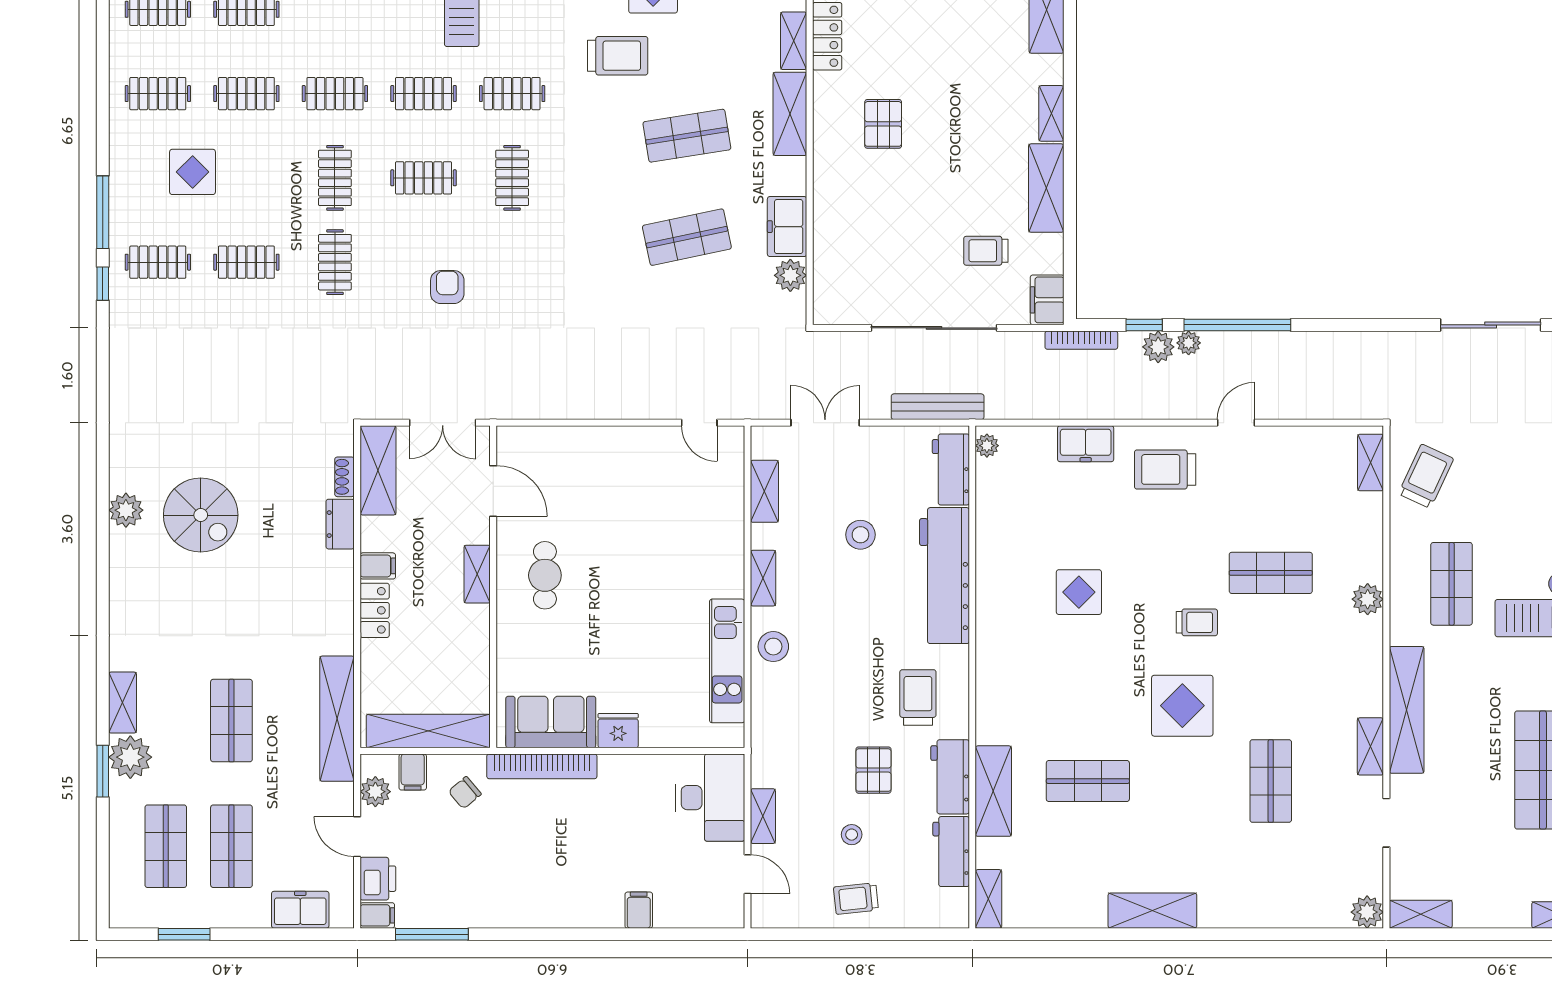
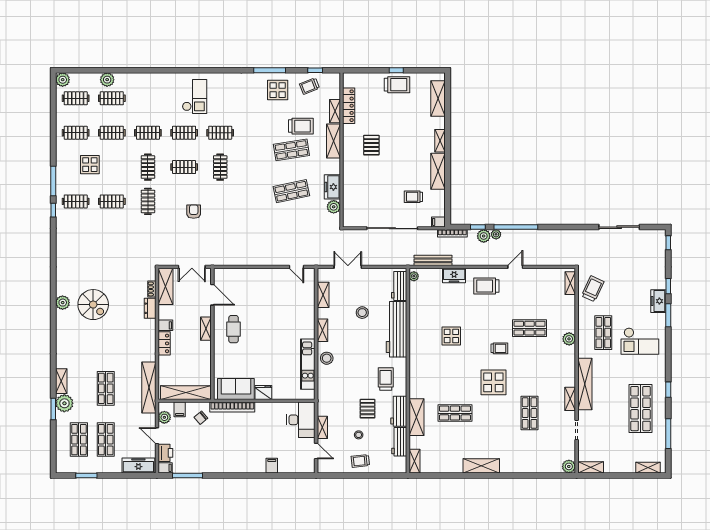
trolley: (618, 56) -> (301, 126), moved
filing cabinet: (1047, 300) -> (438, 222), width x0.50
bench: (938, 407) -> (433, 260), moved
freezer: (300, 910) -> (138, 466), width x1.40

